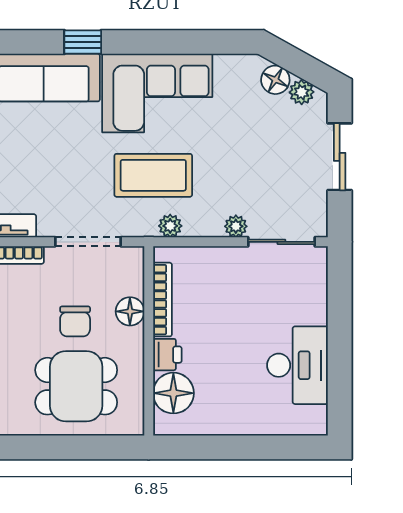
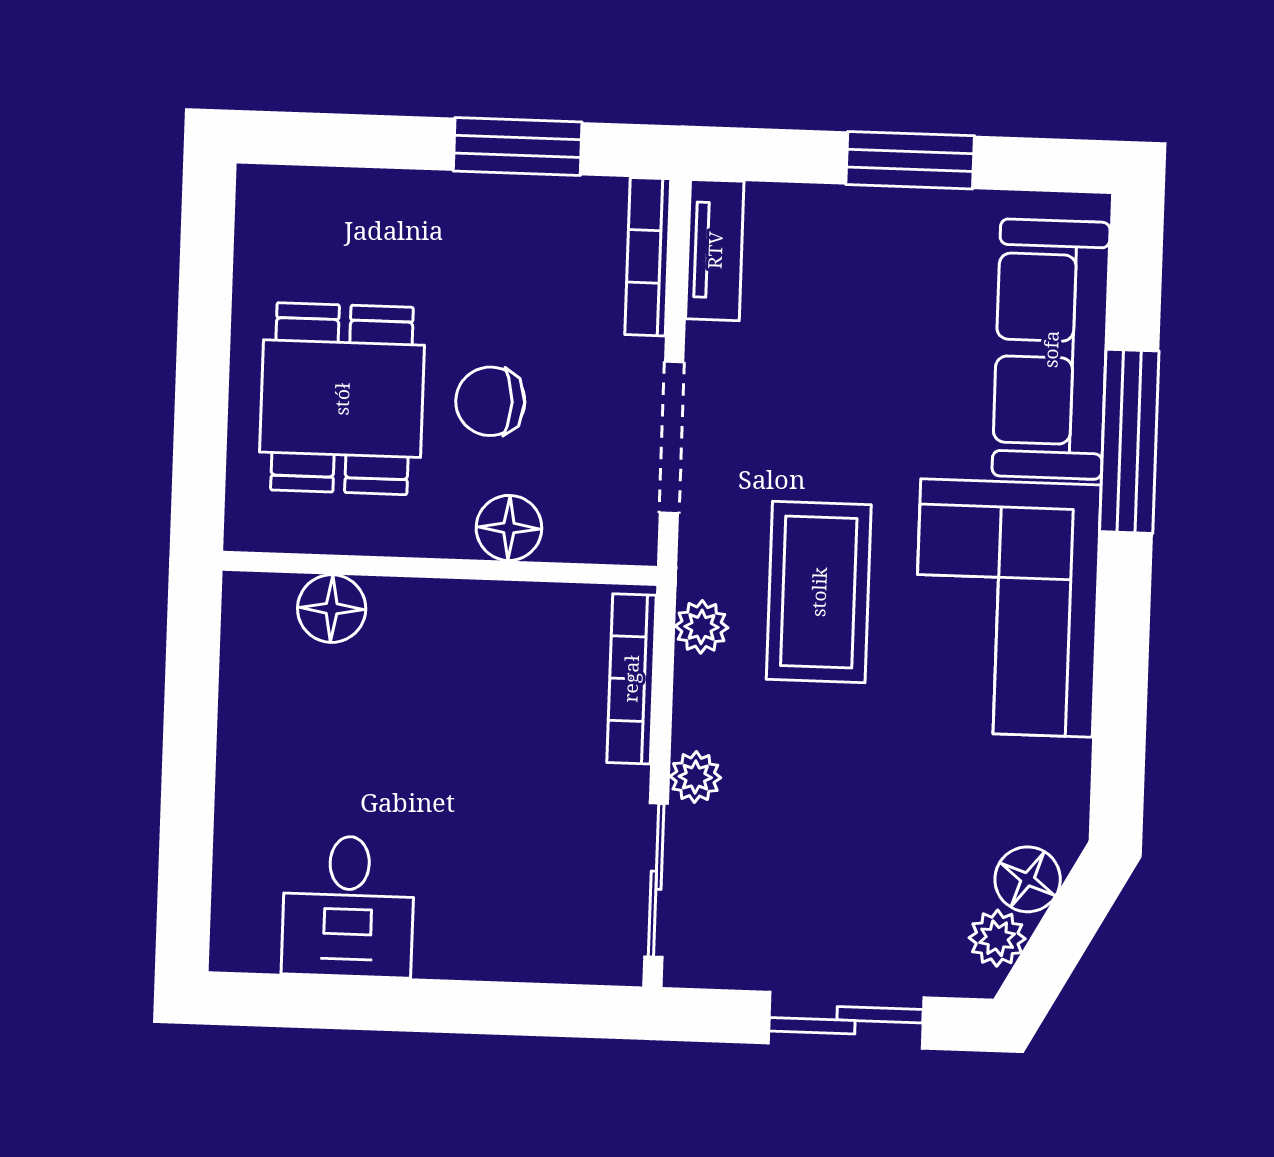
window: (83, 42) -> (1129, 441), width x2.17
bookcase: (162, 300) -> (631, 679), moved, turned 90
printer: (167, 355) -> (407, 610), removed
desk: (297, 365) -> (348, 906), width x0.73
floor lamp: (173, 393) -> (332, 609), width x0.73, depth x0.73

